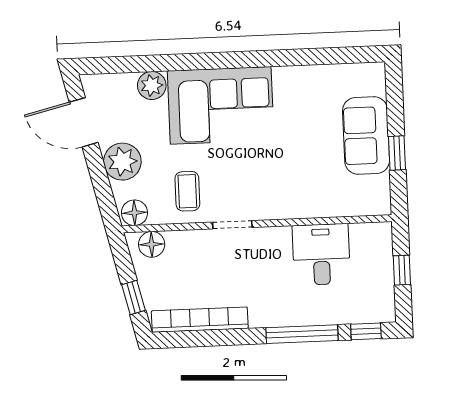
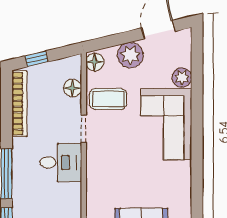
coffee table: (187, 191) -> (108, 99), width x1.36, depth x1.30
floor lamp: (152, 244) -> (73, 88), moved
desk: (321, 254) -> (61, 163), moved

